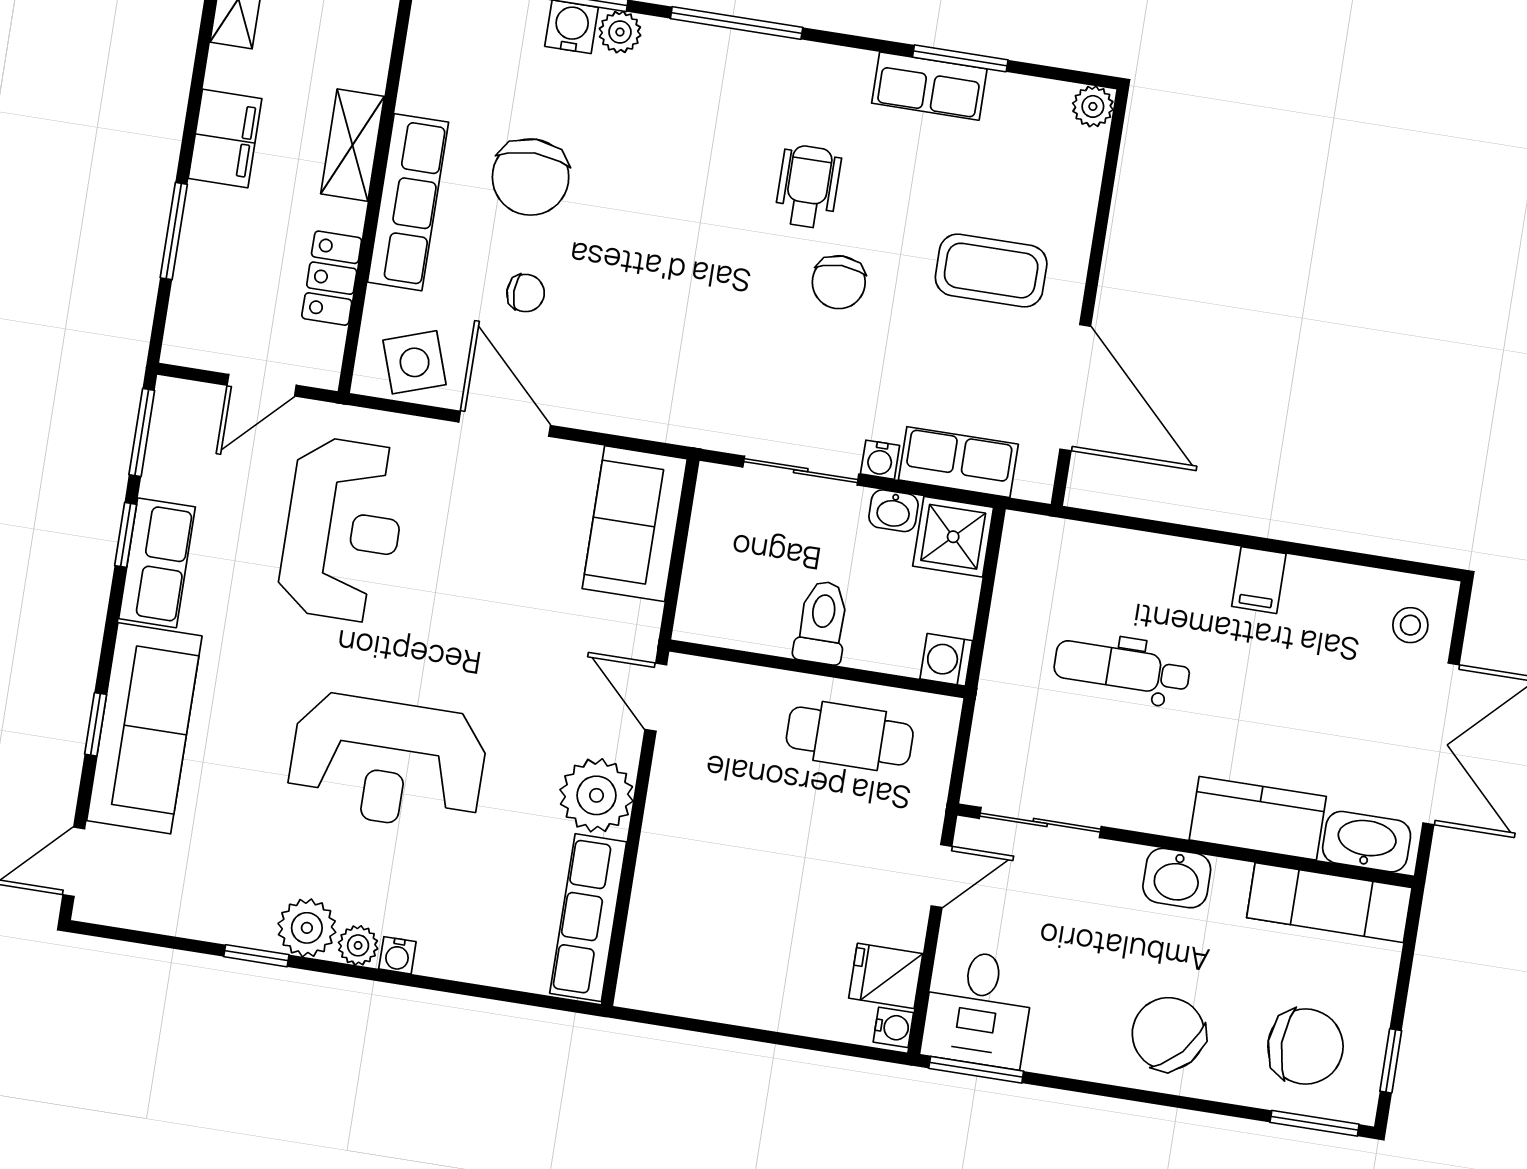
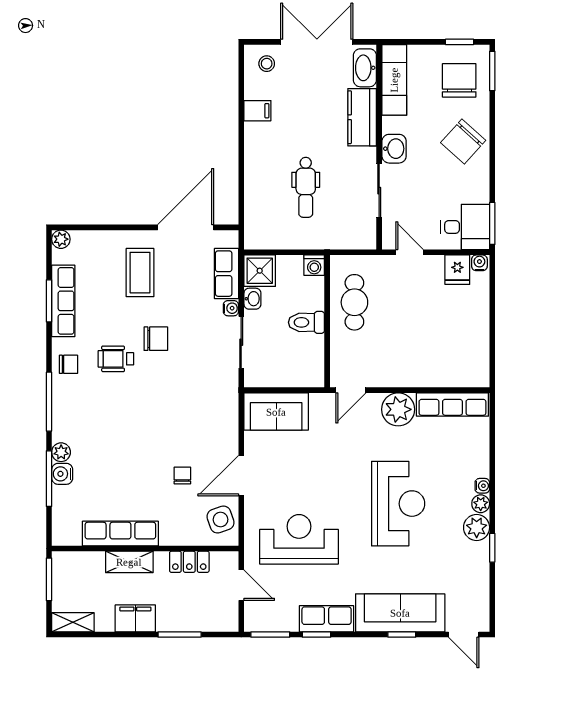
row of seats: (929, 86) -> (63, 301), width x1.48
chair: (531, 177) -> (68, 364), moved, width x0.54, depth x0.54
row of seats: (408, 202) -> (120, 534), moved
filing cabinet: (1259, 580) -> (257, 111), moved
sliding door: (1040, 823) -> (379, 191), moved

